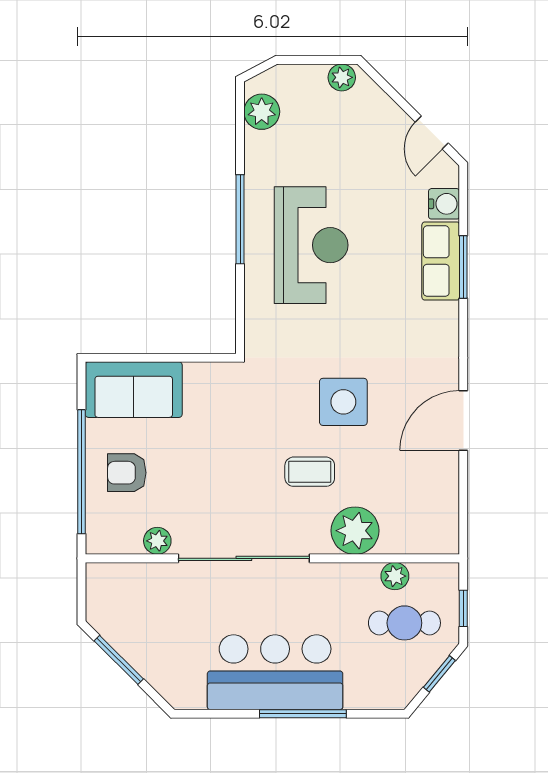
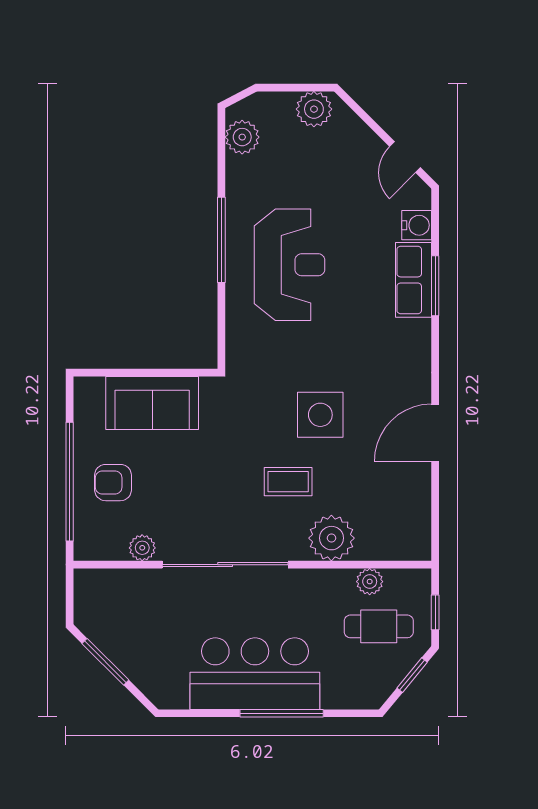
plant: (342, 77) -> (314, 109), width x1.38, depth x1.38
sofa: (134, 390) -> (152, 403), moved

